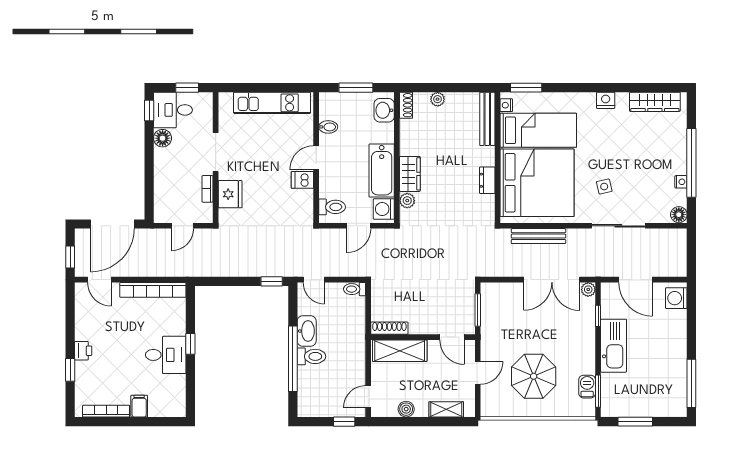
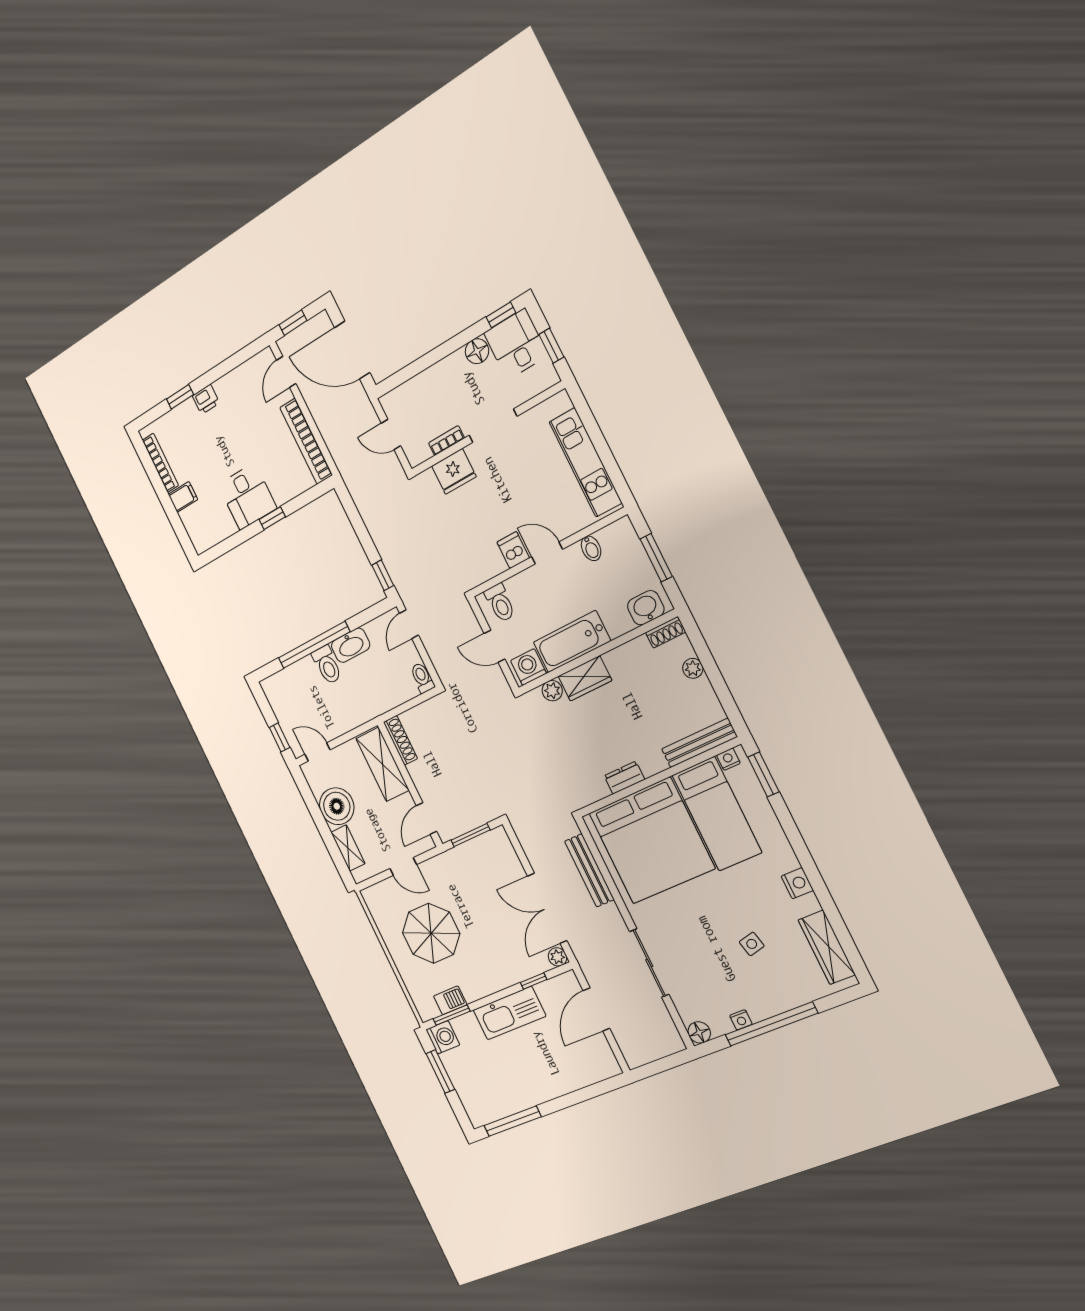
side table: (604, 187) -> (752, 944), moved
washing machine: (676, 298) -> (443, 1037), moved, turned 90
boiler: (406, 409) -> (337, 806), width x1.86, depth x1.86

